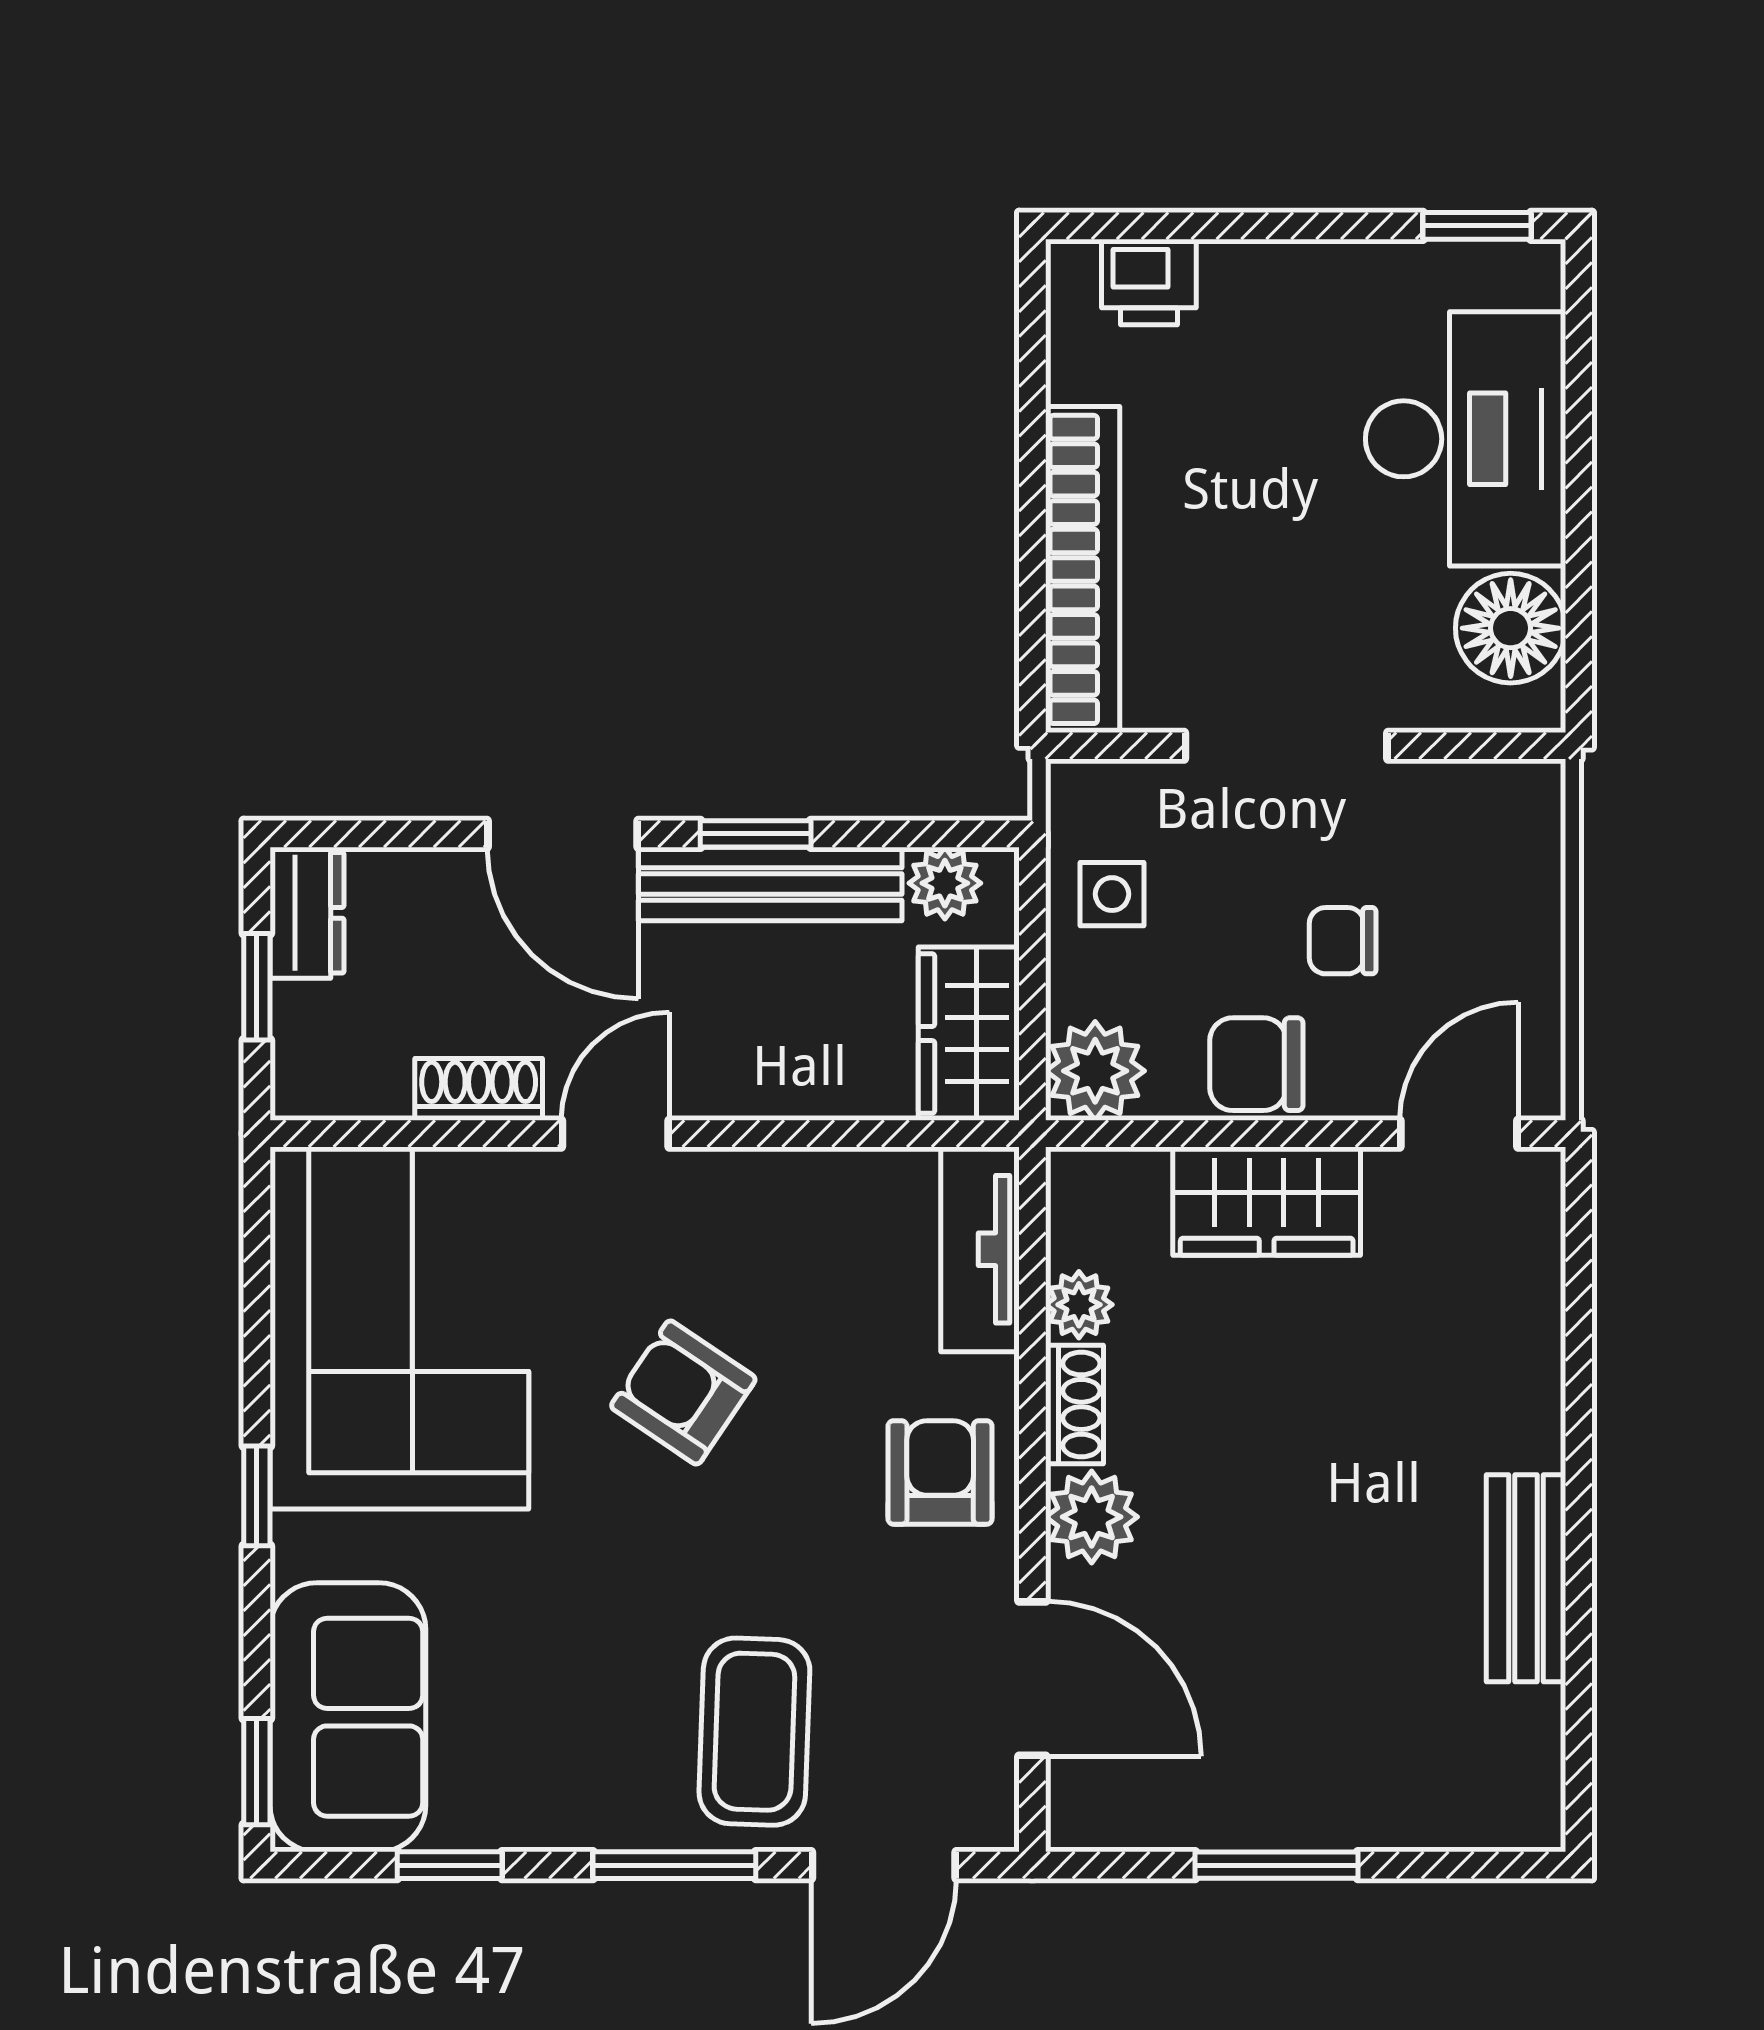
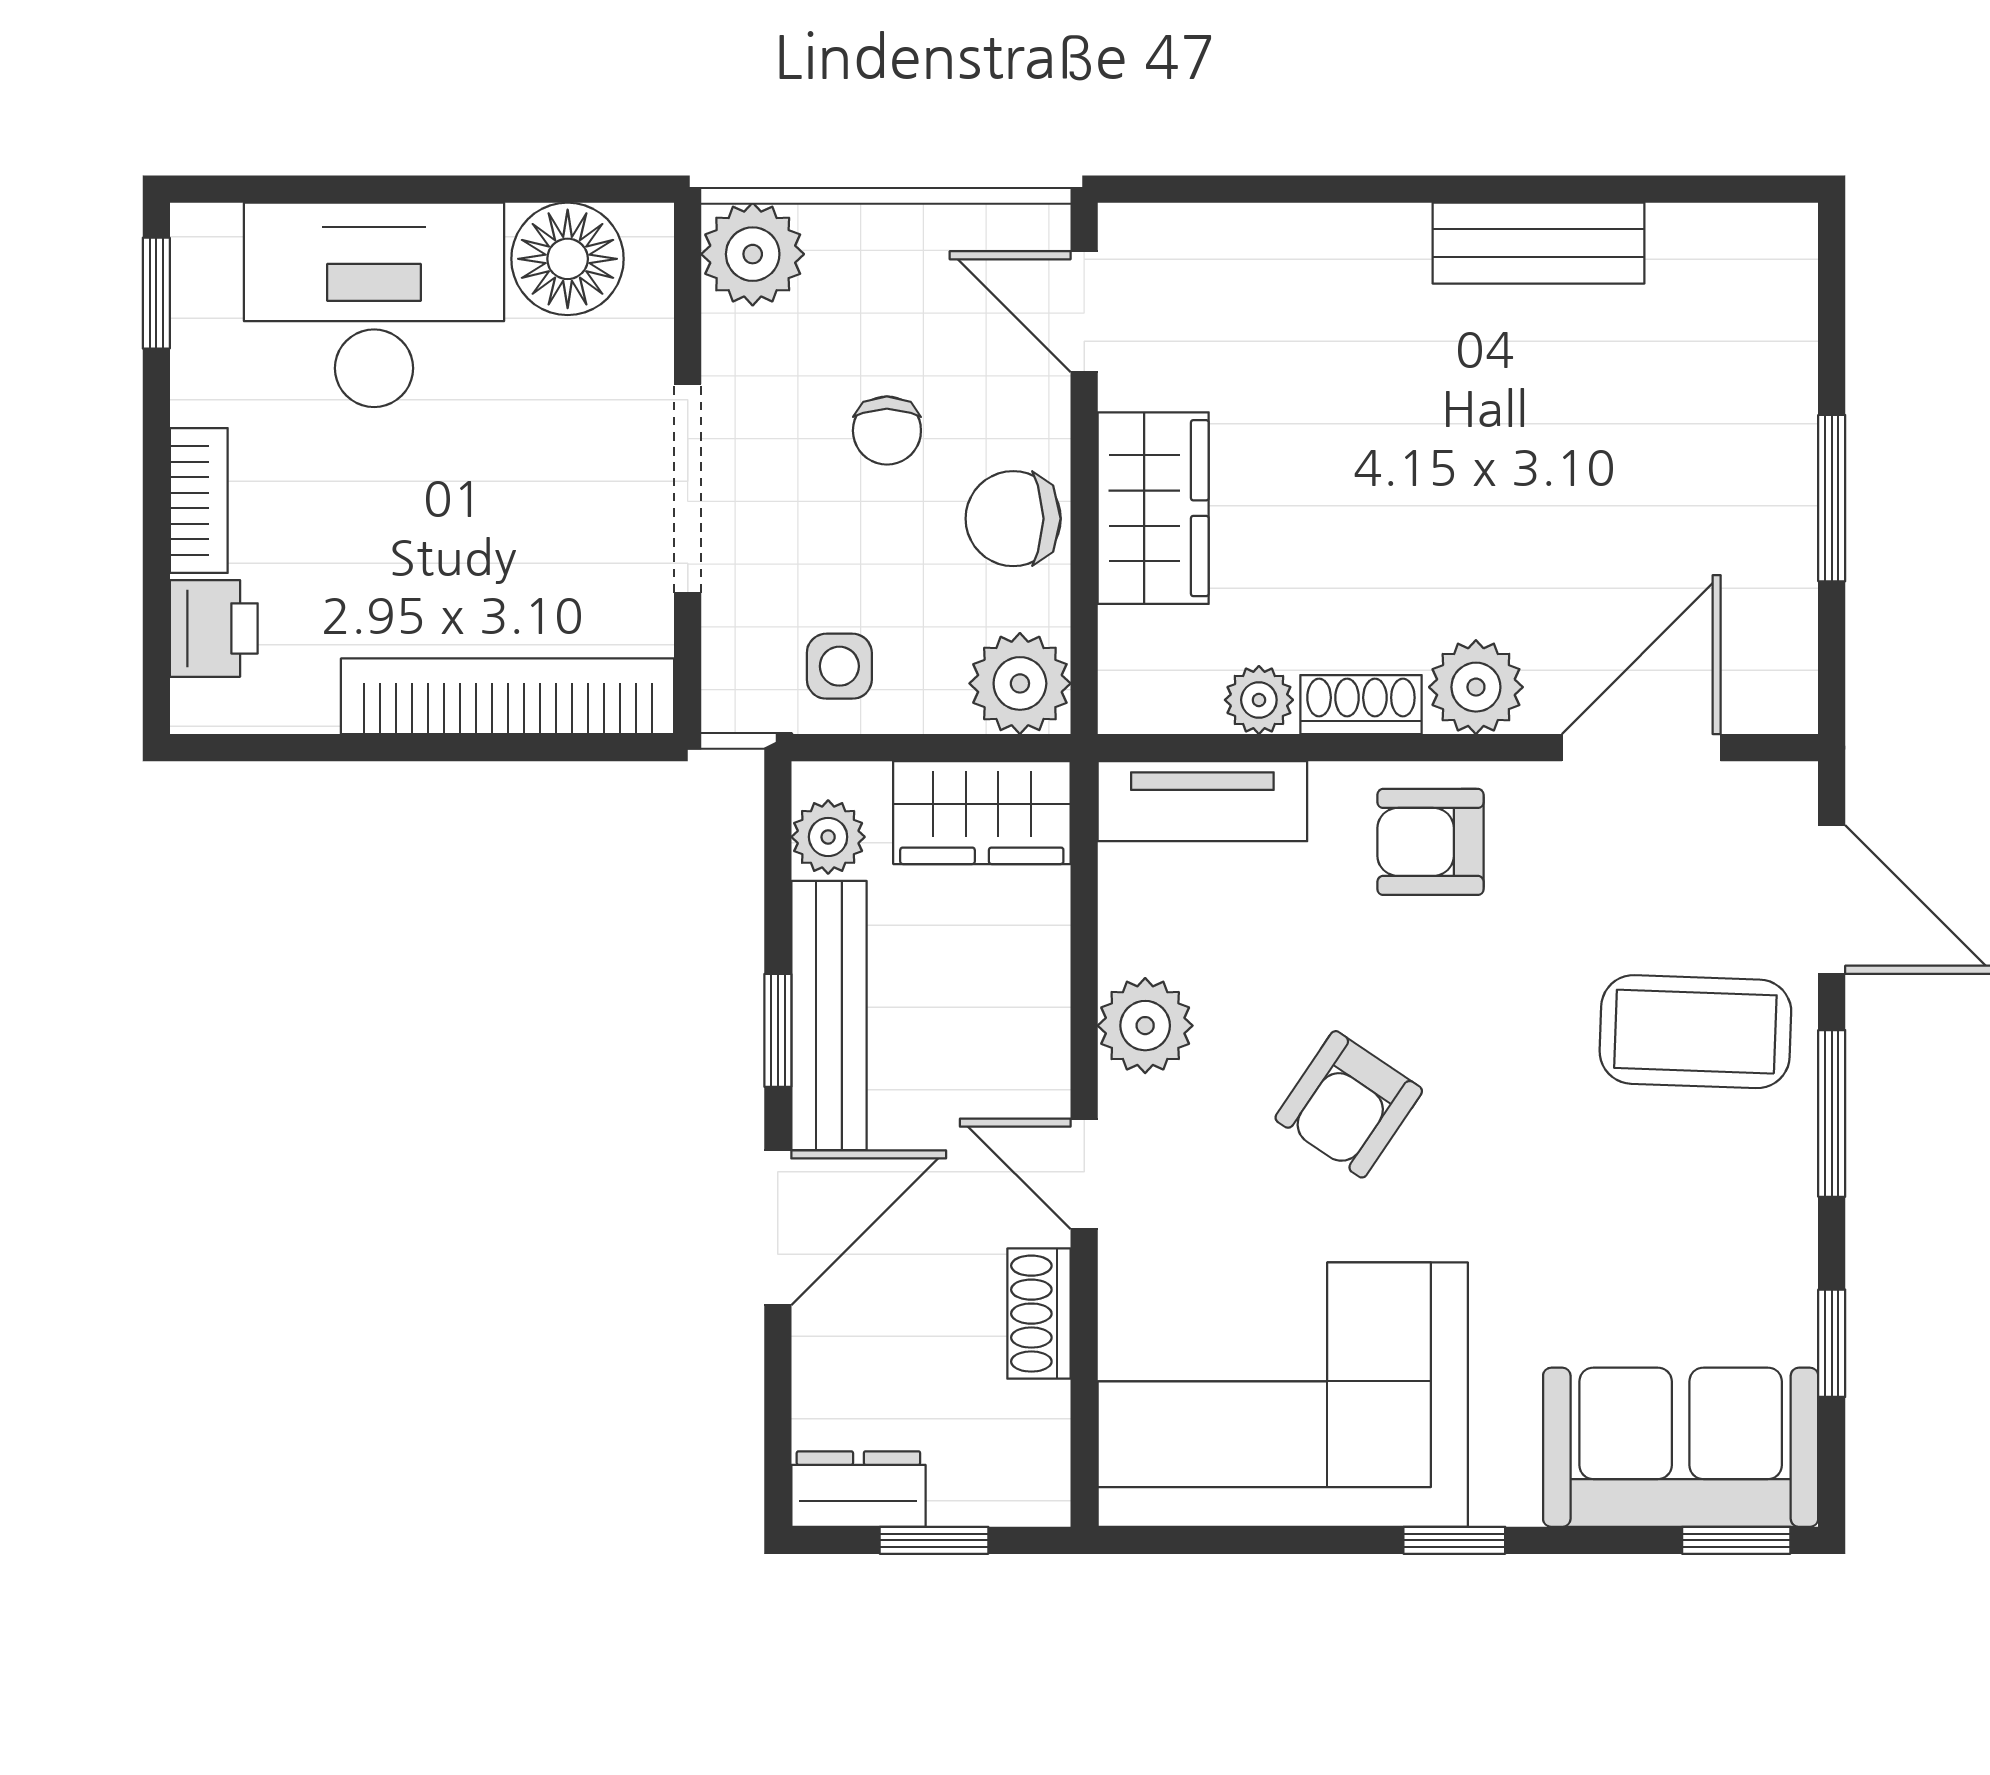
bookcase: (1274, 267) -> (199, 501), added
plant: (1515, 809) -> (753, 254), added
chair: (1256, 1064) -> (1013, 519), turned 90
plant: (760, 1193) -> (1145, 1026), added

